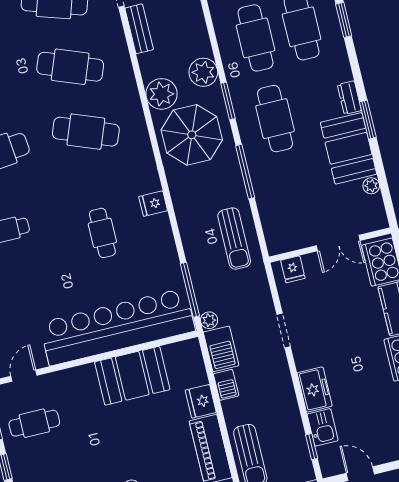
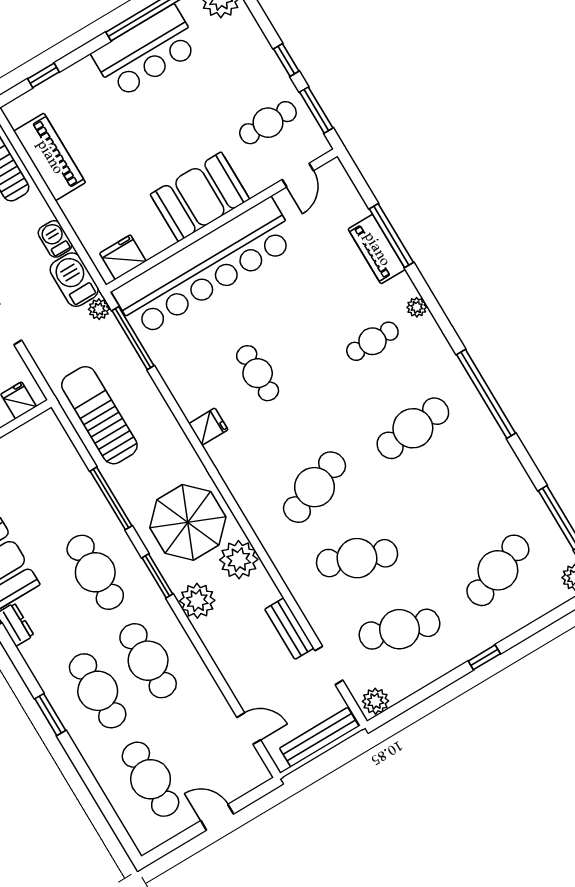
cafe table: (86, 132) -> (314, 487), turned -42
sun lounger: (234, 239) -> (99, 415), width x1.36, depth x1.34
booth: (132, 376) -> (200, 197), moved
fridge: (201, 401) -> (123, 257), moved, turned -90

